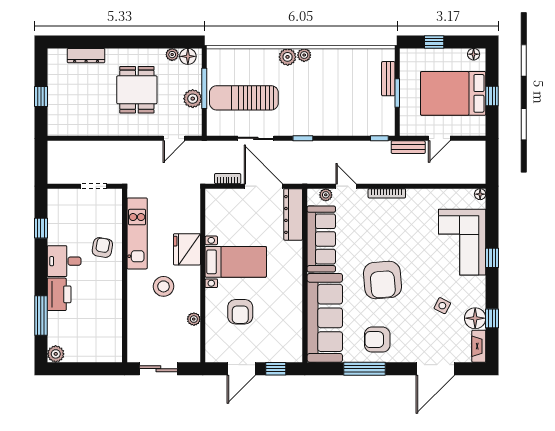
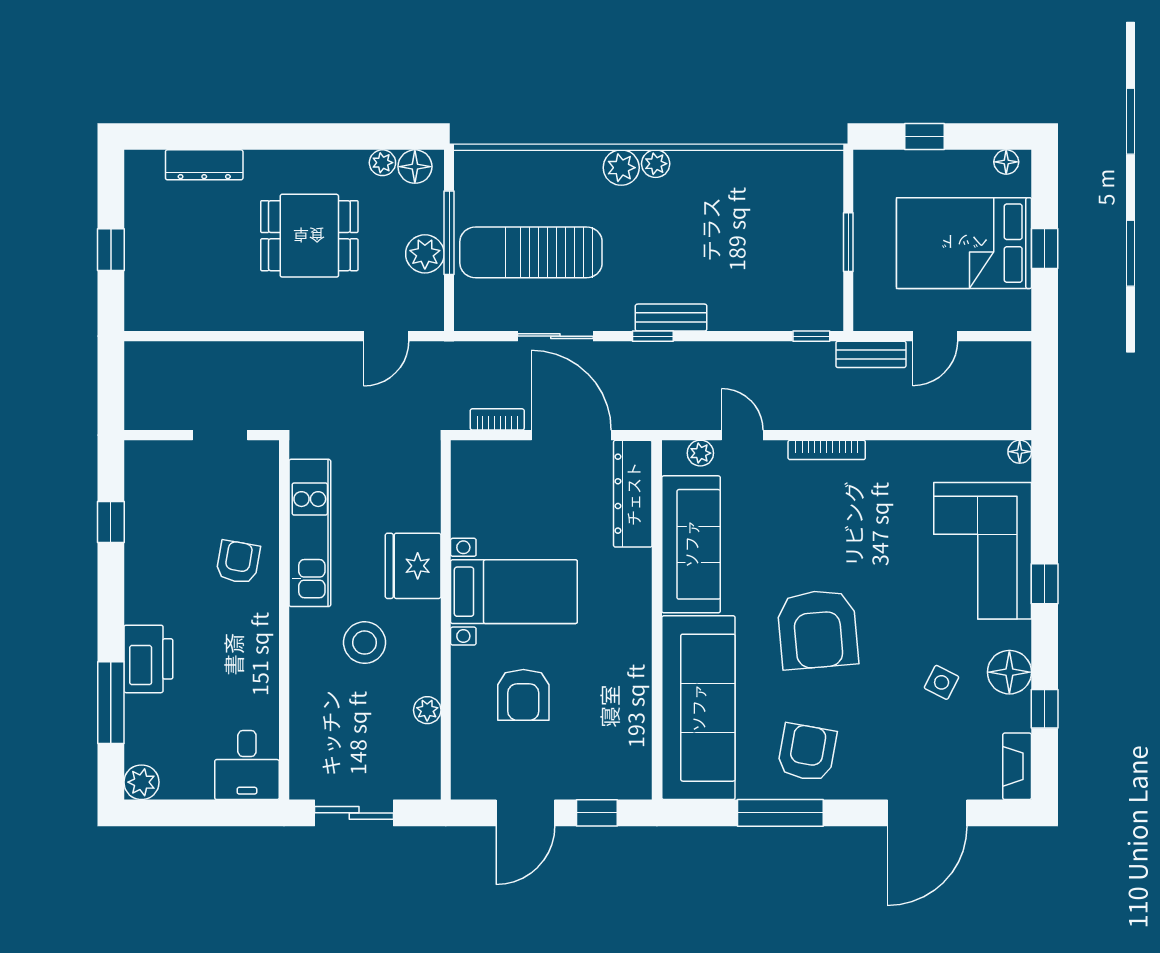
bench: (388, 79) -> (671, 318), moved, turned 90
dining table: (137, 90) -> (309, 236), turned 90
desk: (64, 261) -> (247, 765), moved, turned -90
floor lamp: (475, 318) -> (1009, 672), moved
armchair: (377, 340) -> (807, 753), turned 100

